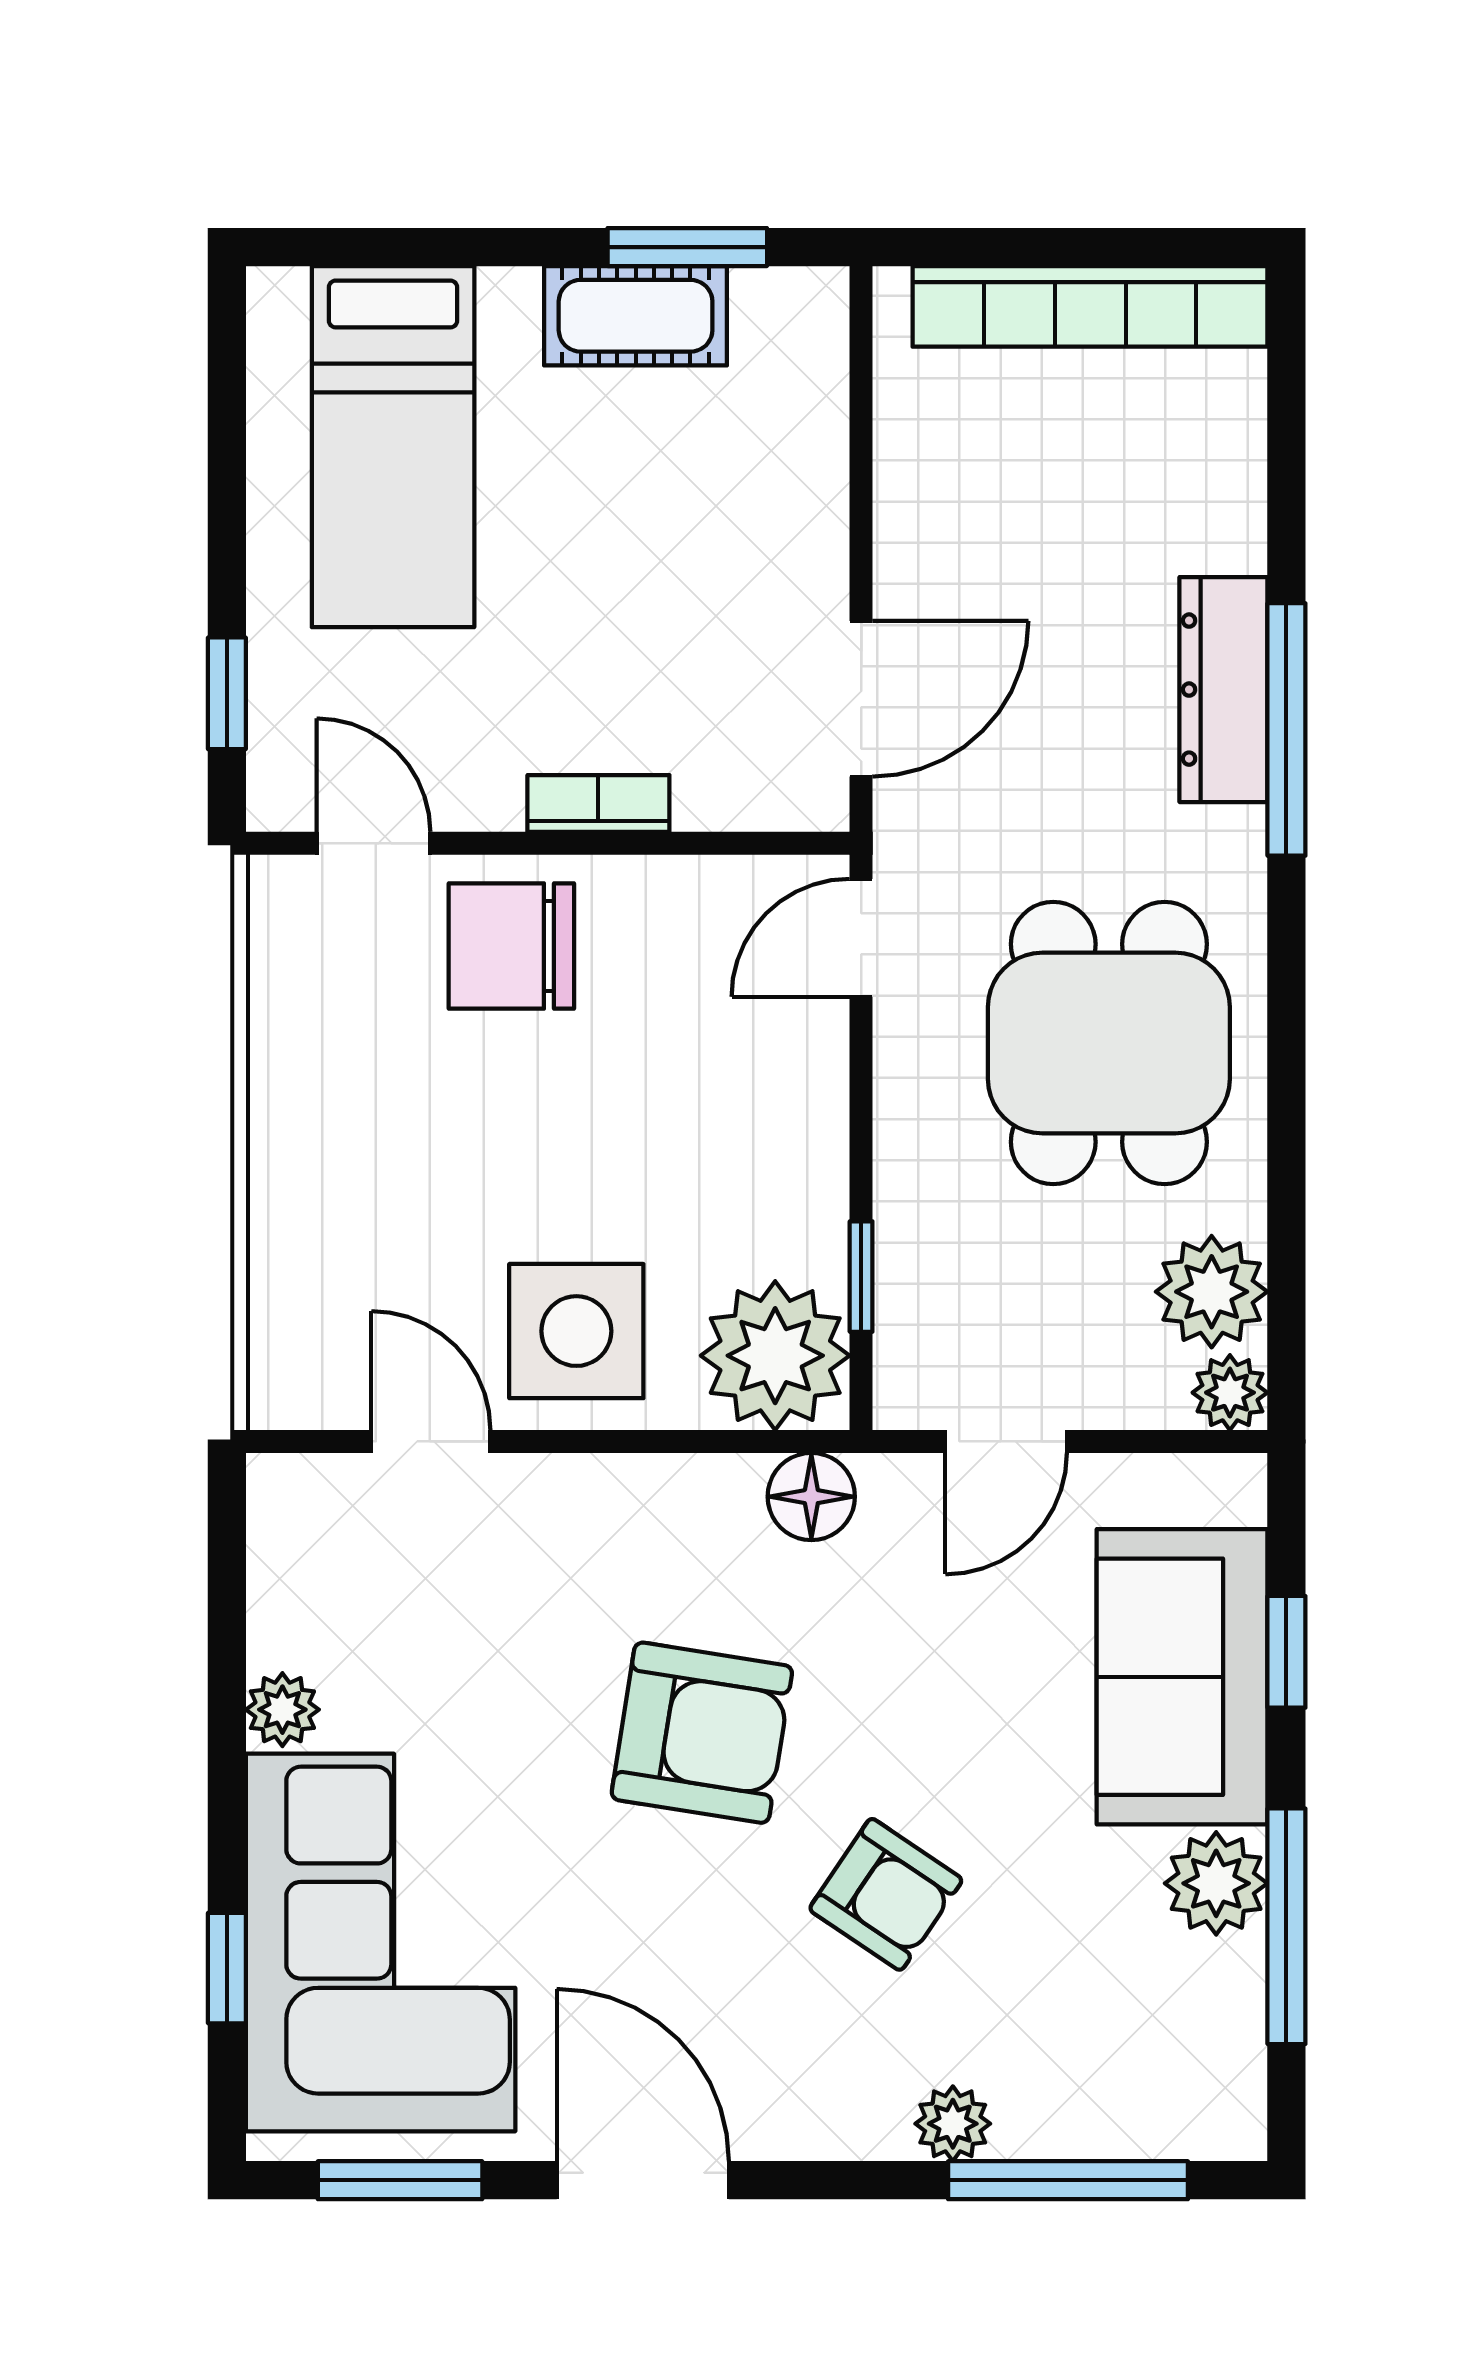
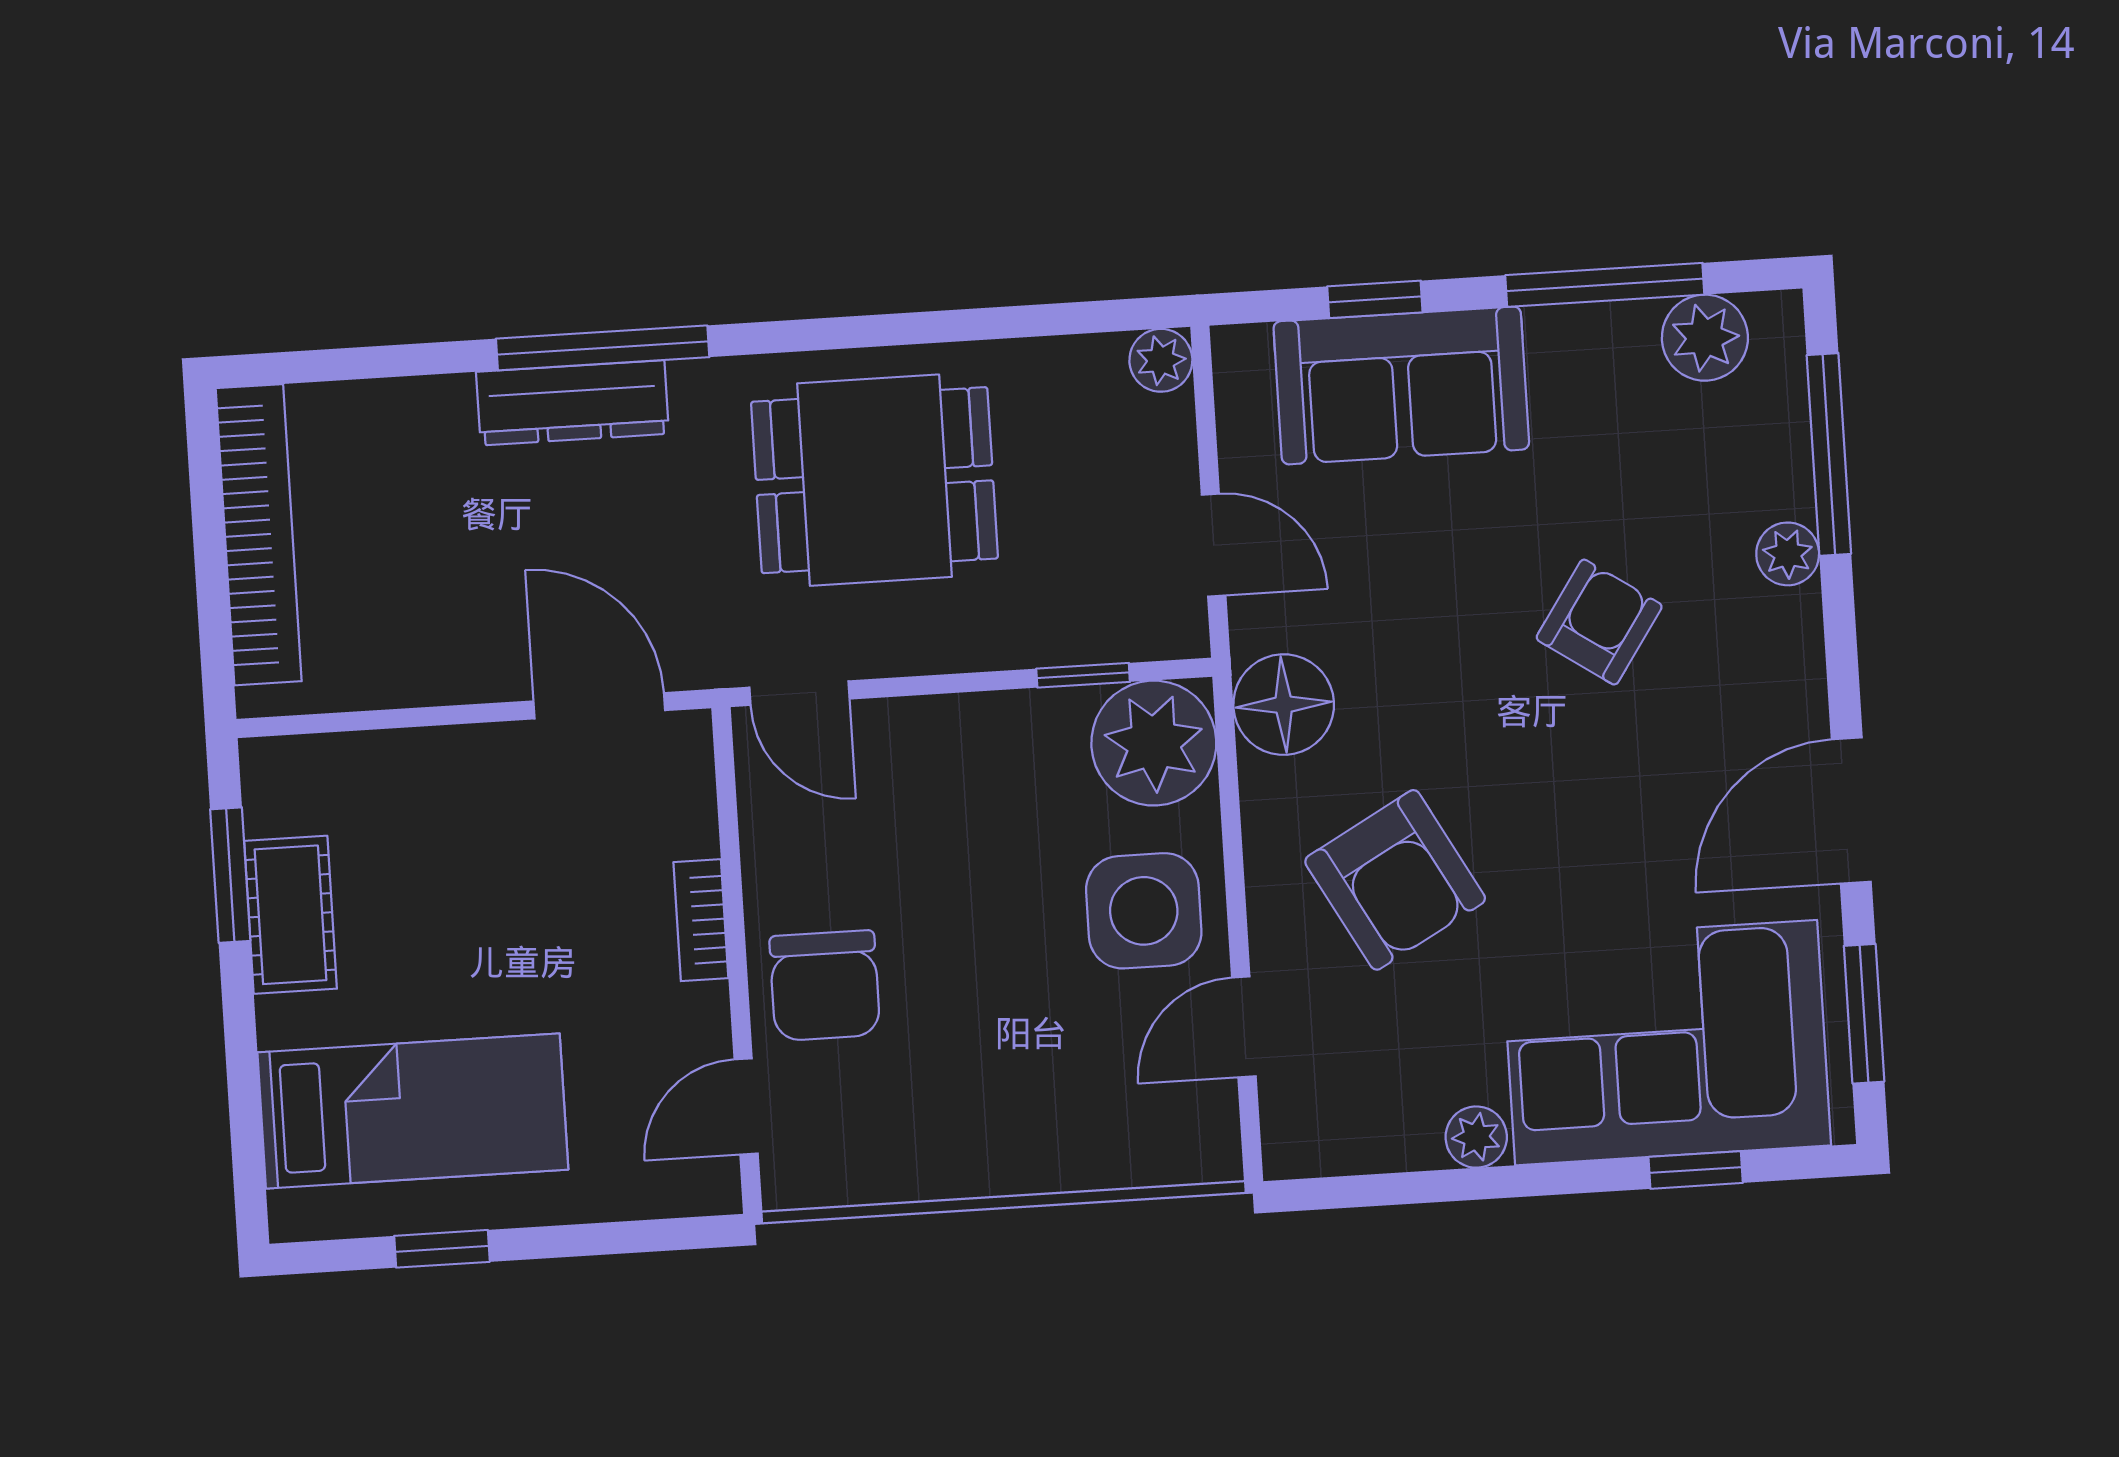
window: (227, 693) -> (442, 1249), moved
plant: (1212, 1292) -> (1077, 381), removed
floor lamp: (811, 1497) -> (1284, 705), width x1.38, depth x1.38
armchair: (702, 1733) -> (1395, 880), moved, turned 142
plant: (1216, 1883) -> (1705, 338), moved

